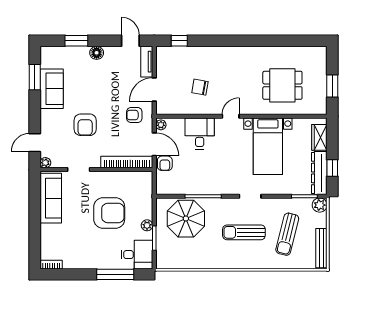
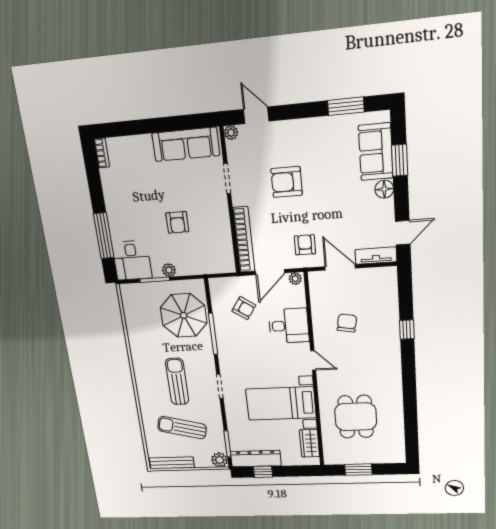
window: (179, 41) -> (407, 330), moved
sofa: (52, 89) -> (376, 152), moved, turned 90
wardrobe: (319, 137) -> (309, 443), moved, turned -90
armchair: (165, 163) -> (244, 308), moved, turned -146
armchair: (109, 213) -> (177, 222), width x0.53, depth x0.53

